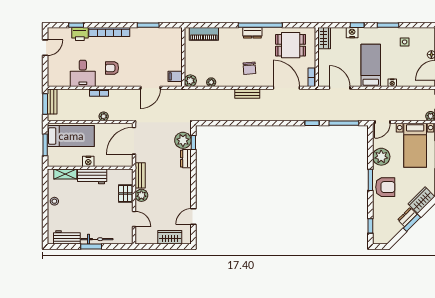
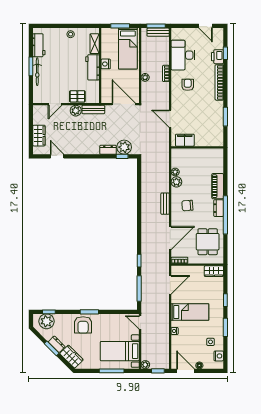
nightstand: (352, 33) -> (219, 356), moved
piano: (204, 34) -> (218, 186), moved
desk: (83, 73) -> (183, 55), width x1.37
filing cabinet: (175, 76) -> (185, 140), width x2.00
plant: (190, 81) -> (176, 182), moved
plant: (381, 157) -> (46, 321), moved

